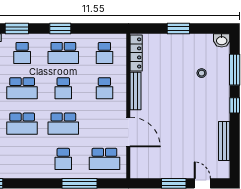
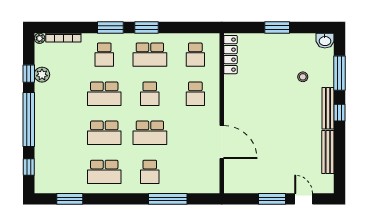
window: (17, 29) -> (110, 28), moved
bench: (135, 91) -> (328, 108), moved
school desk: (104, 159) -> (104, 172), moved

